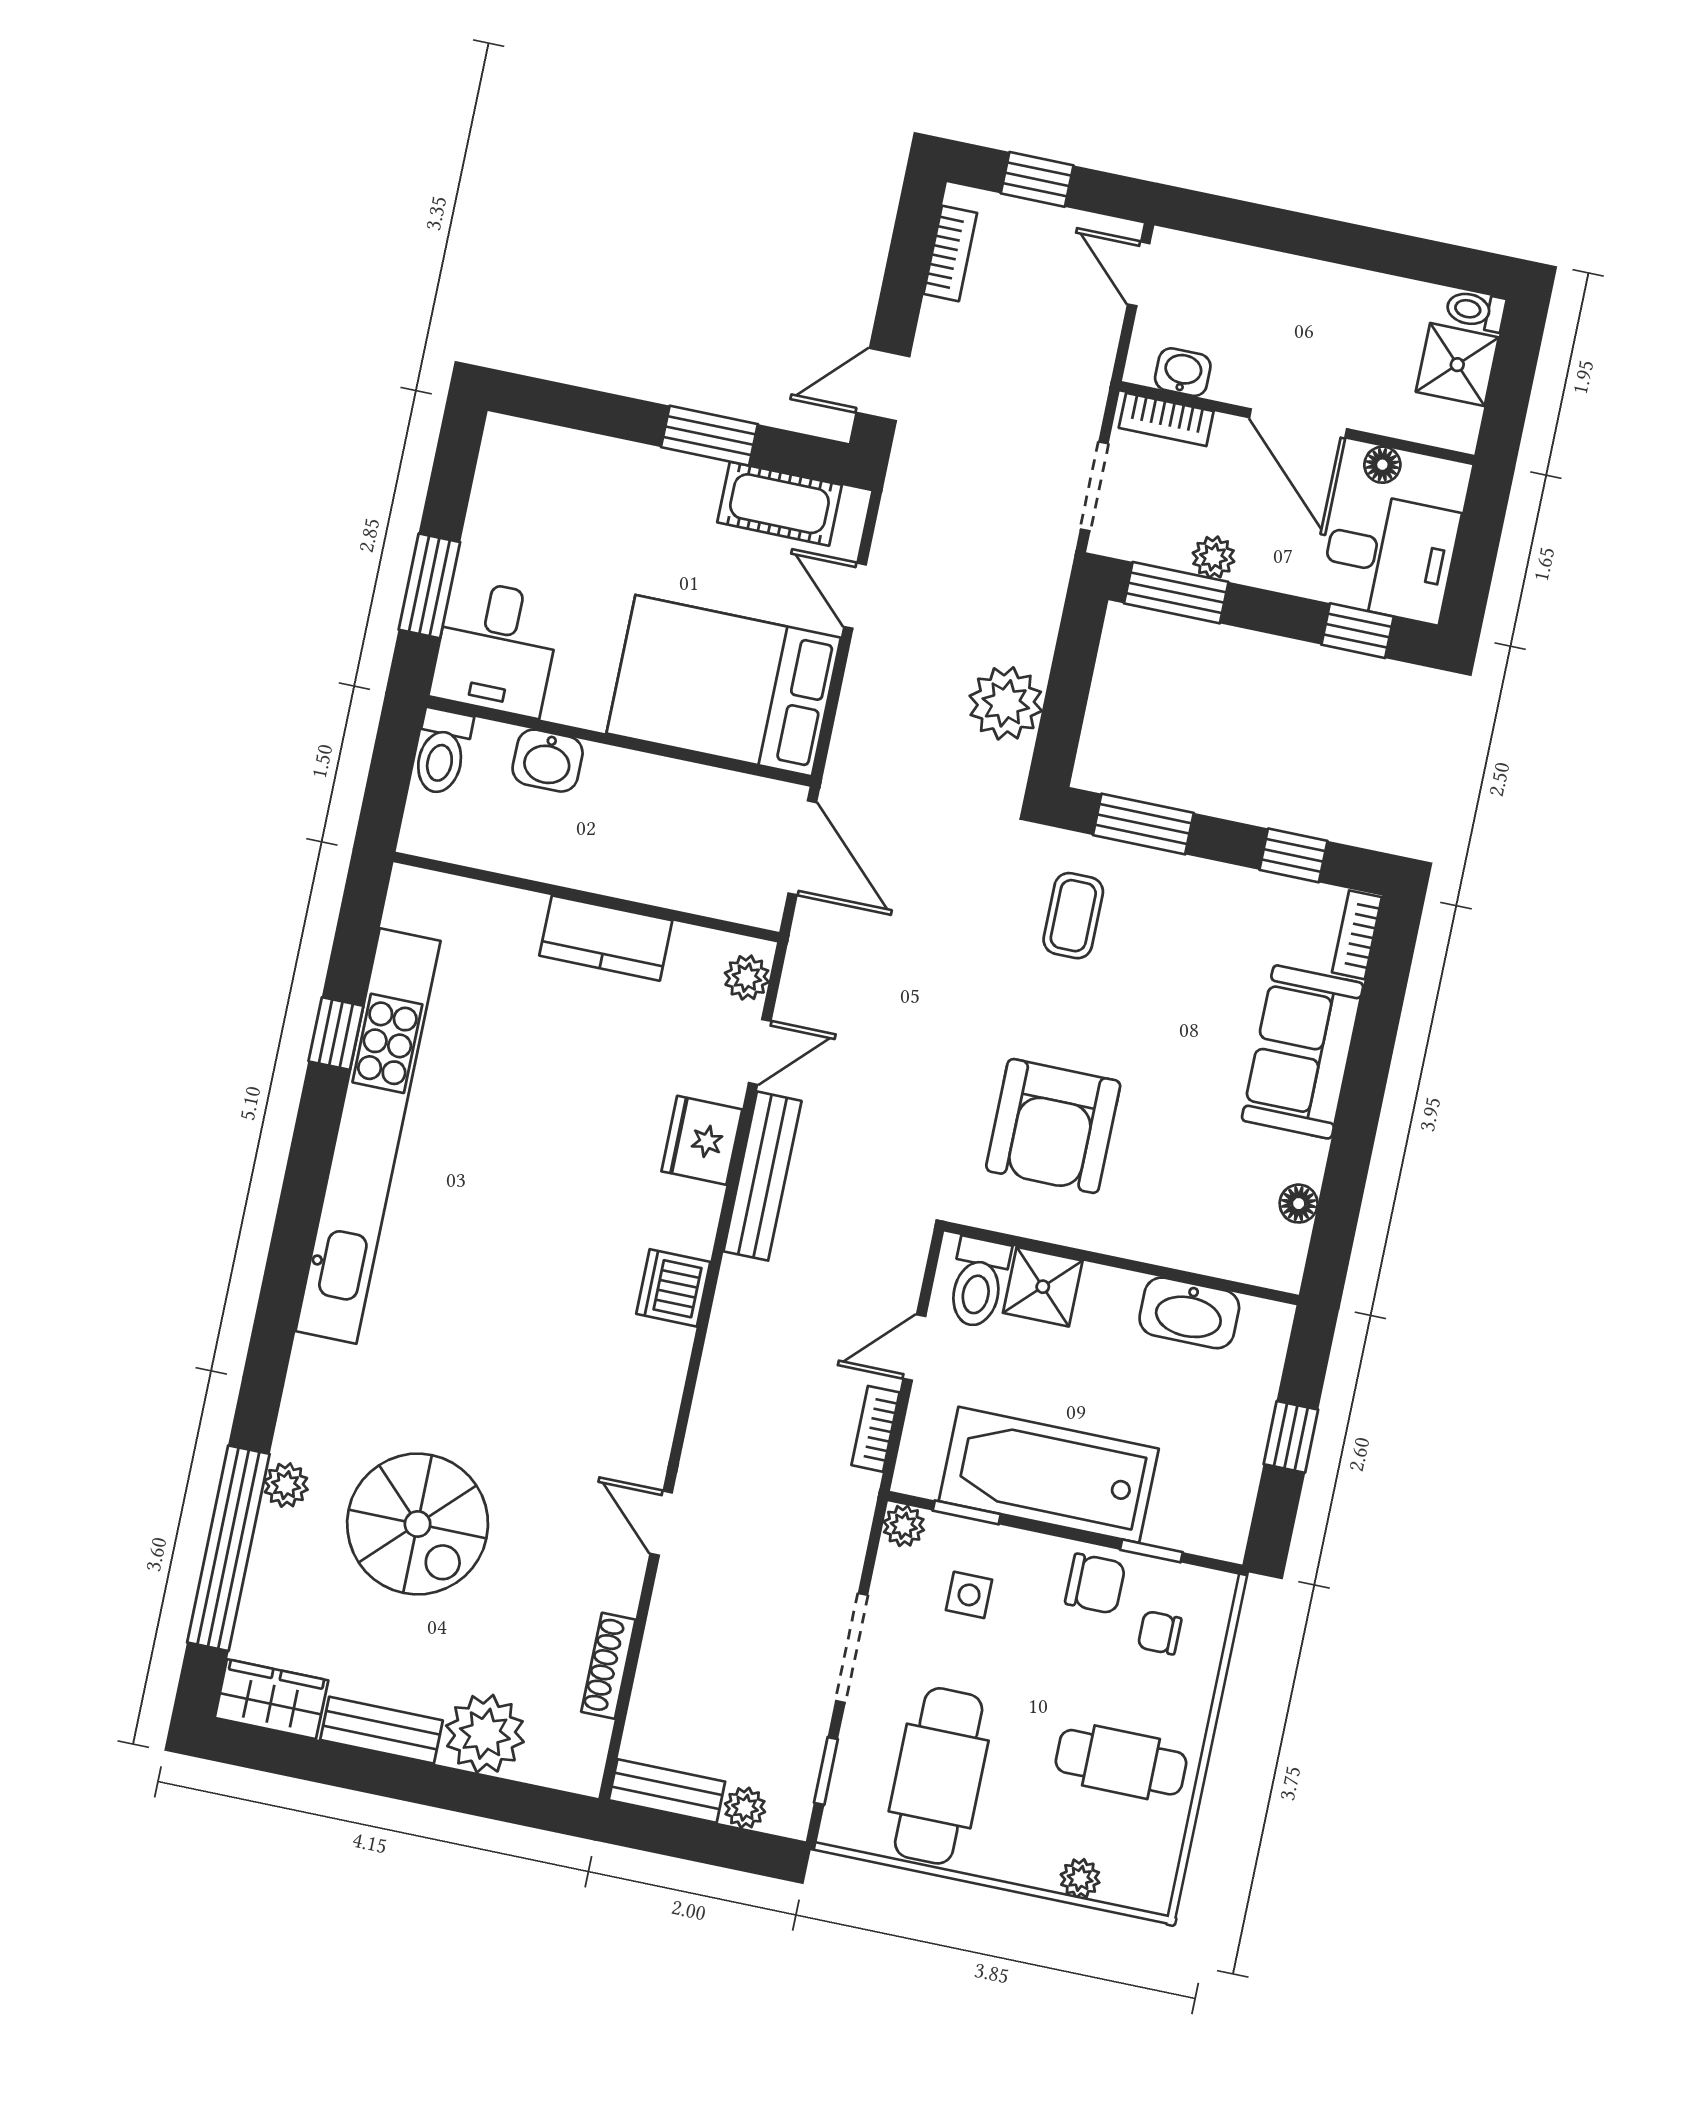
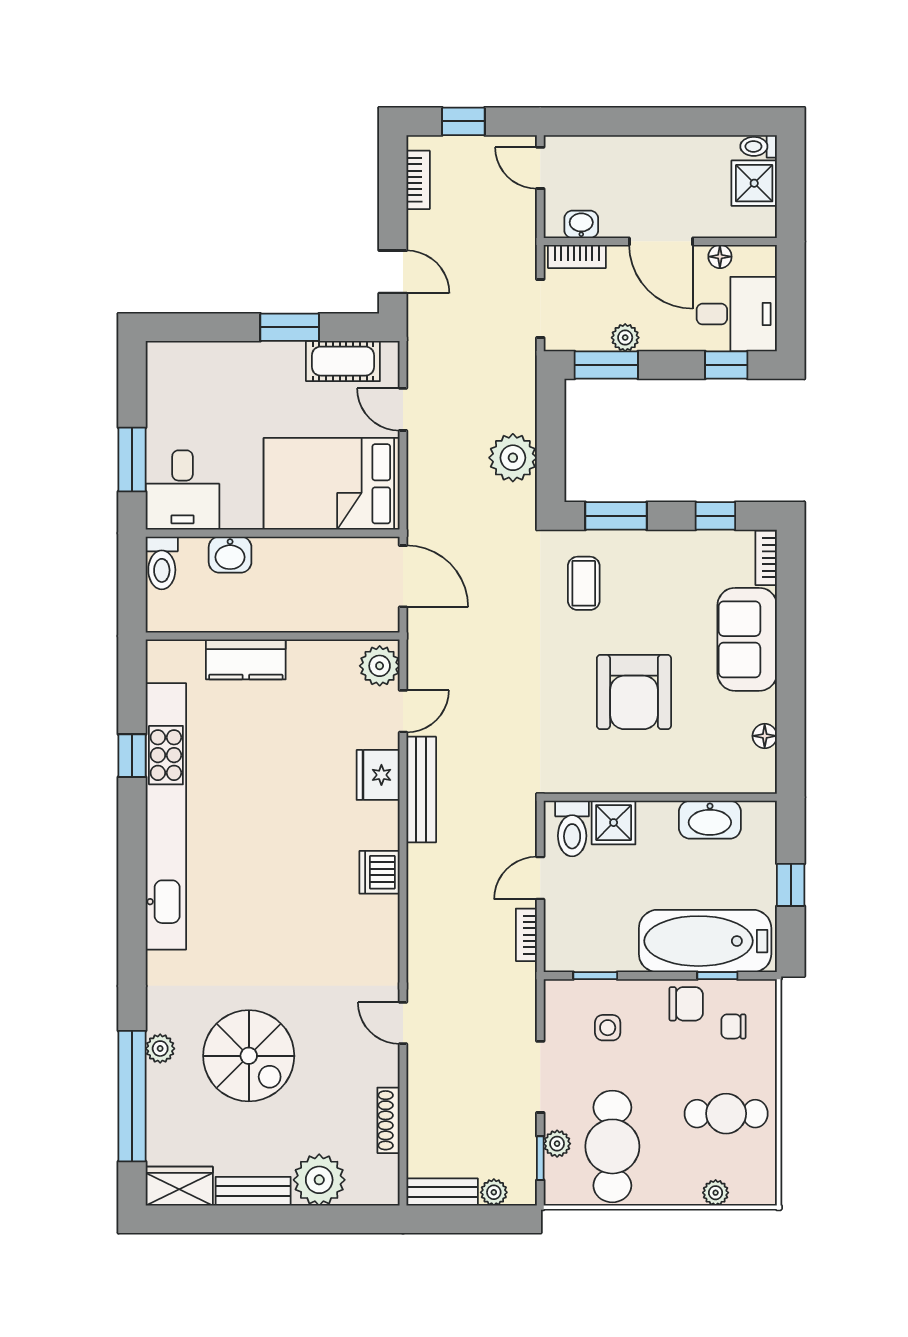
door: (883, 385) -> (393, 272), swing flipped
kitchen counter: (606, 938) -> (246, 659), moved
plant: (747, 978) -> (380, 666), width x1.38, depth x1.38
armchair: (1053, 1126) -> (634, 692), moved
bathtub: (1049, 1475) -> (705, 941), moved
plant: (904, 1526) -> (557, 1144), moved

